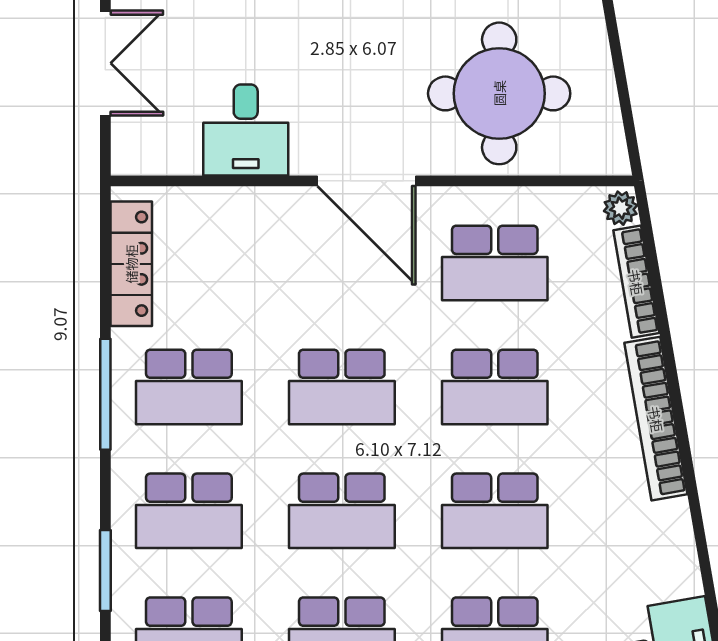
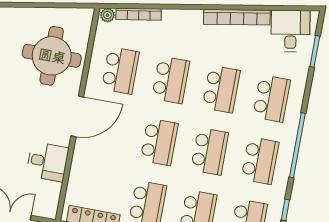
bookcase: (656, 419) -> (237, 17), moved

